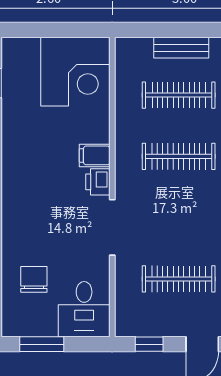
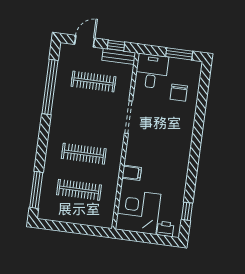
bench: (181, 48) -> (119, 56), moved
filing cabinet: (95, 155) -> (132, 173), moved
printer: (98, 182) -> (165, 229), moved, turned -90

